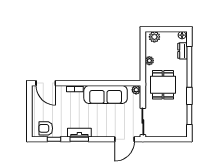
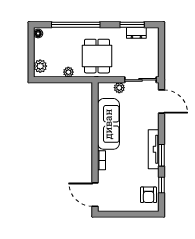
dresser: (183, 51) -> (136, 33), moved
door: (46, 83) -> (95, 195), swing flipped
dining table: (163, 85) -> (97, 56), turned 90
plant: (136, 90) -> (119, 88), moved
tv unit: (79, 133) -> (154, 149), width x1.41

